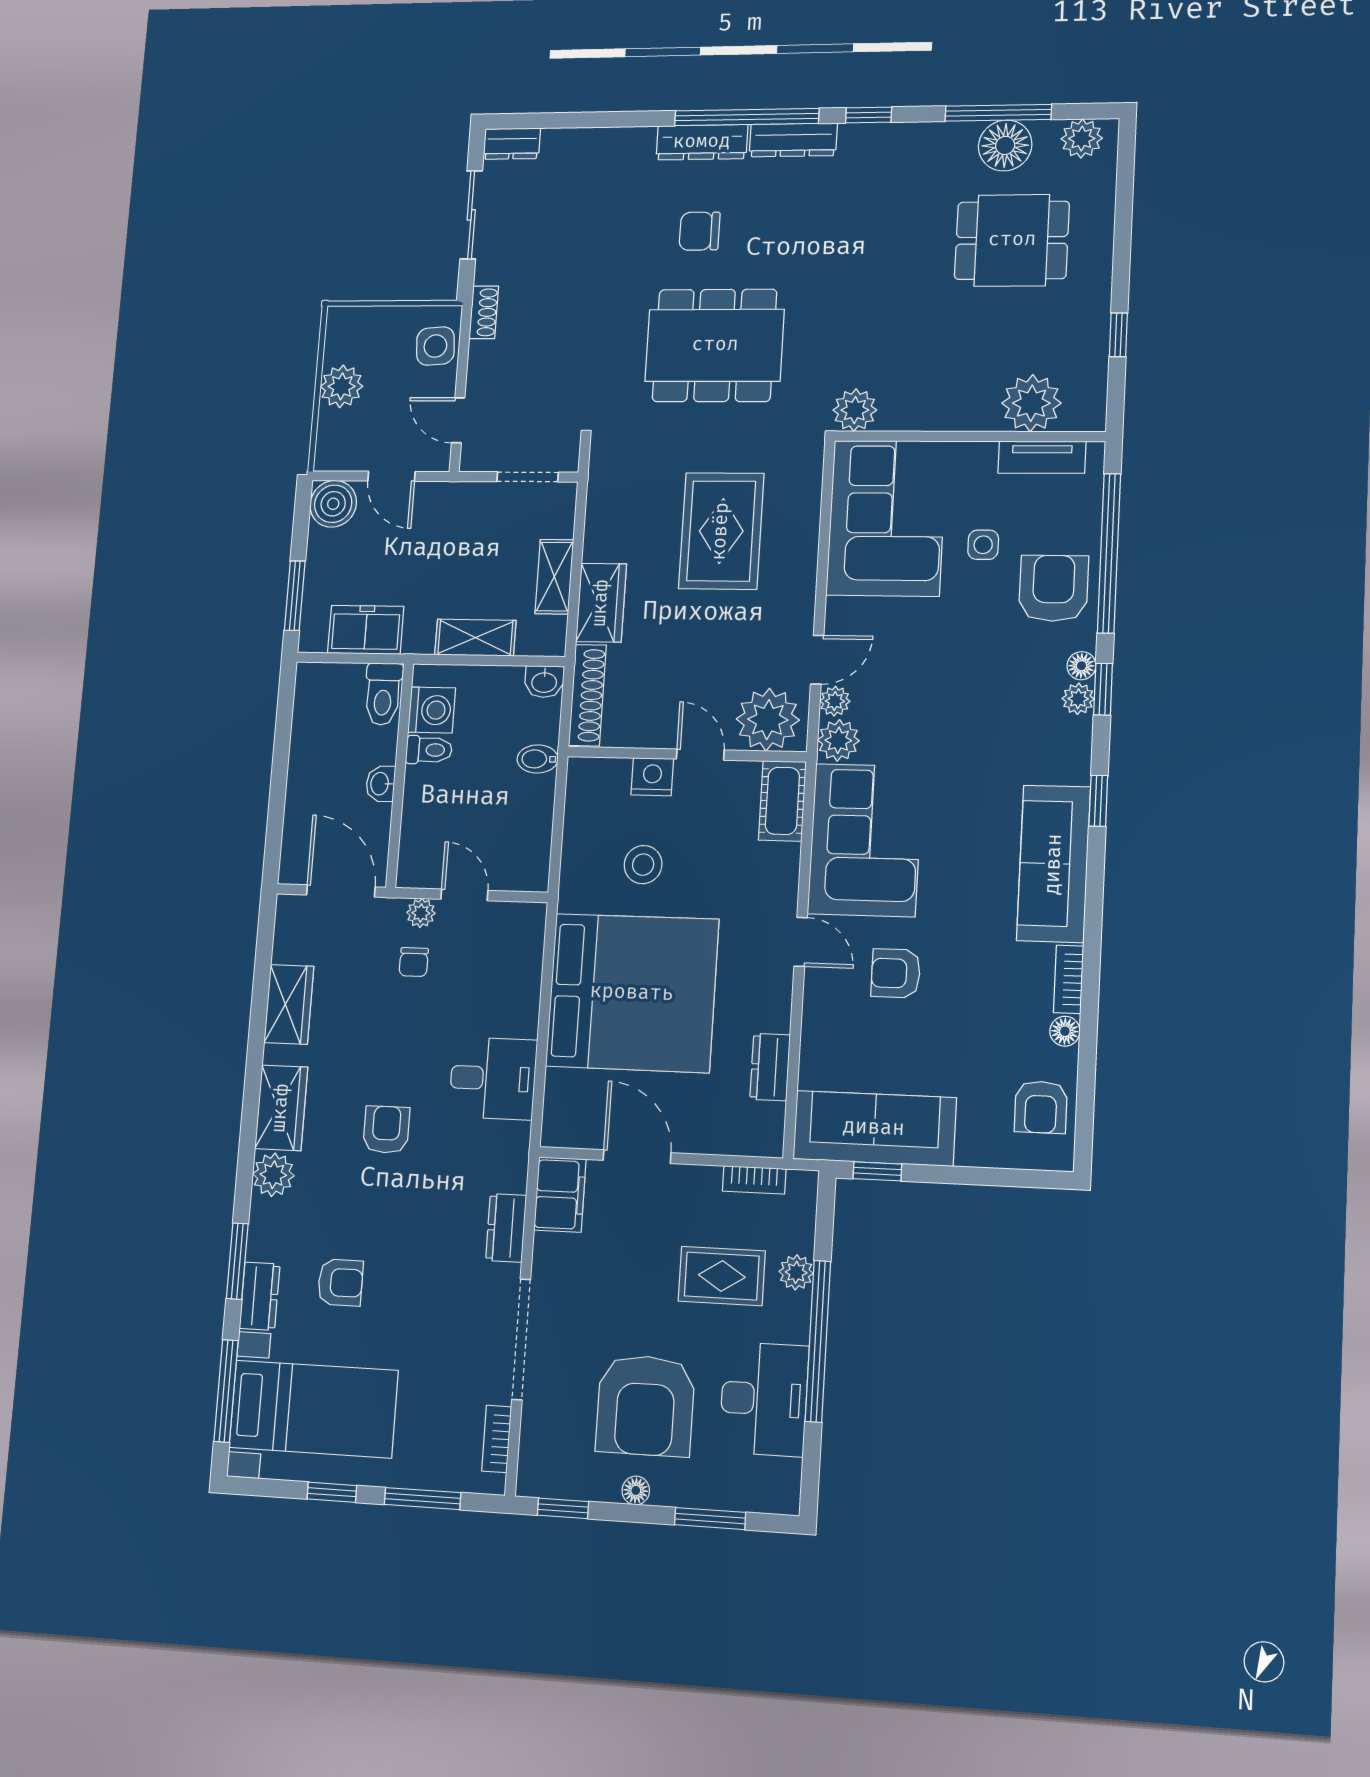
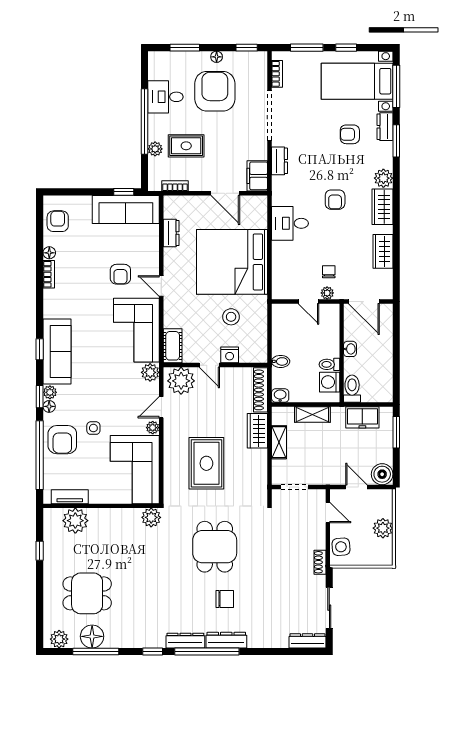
dresser: (512, 144) -> (307, 641), width x1.44
dining table: (715, 345) -> (215, 547), width x0.73
side table: (983, 545) -> (93, 428), moved
plant: (835, 701) -> (153, 428), moved
sofa: (1054, 864) -> (57, 351), moved
armchair: (896, 973) -> (120, 274), turned 90
desk: (764, 1399) -> (165, 97), width x0.73

